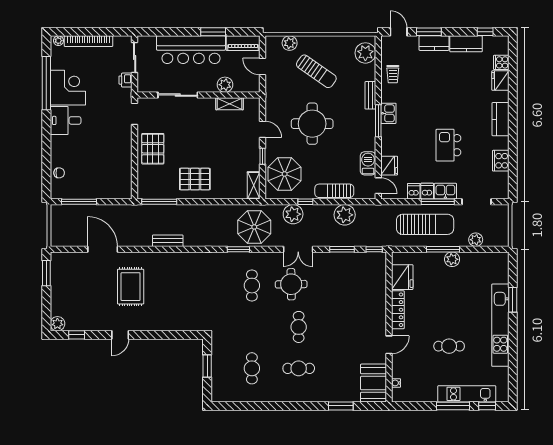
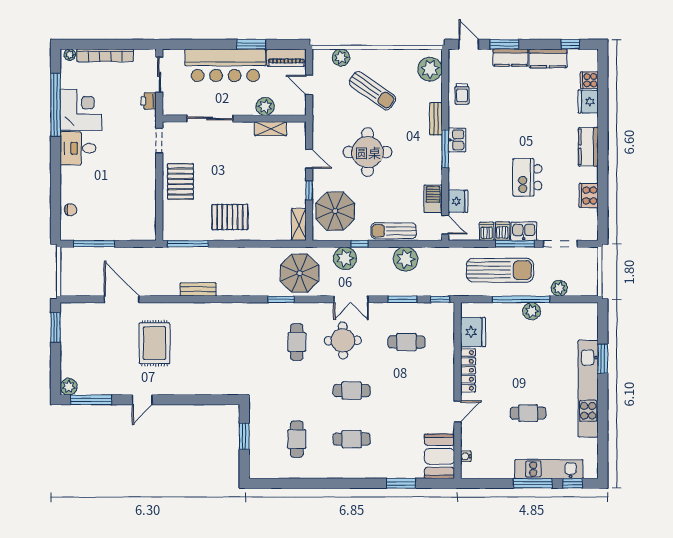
window: (443, 249) -> (521, 299), width x1.46
cafe table: (345, 286) -> (406, 342), added
cafe table: (299, 327) -> (352, 391), turned 90
window: (77, 335) -> (91, 400), width x2.17

